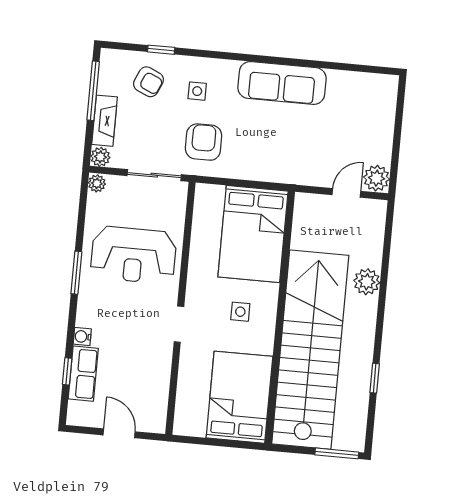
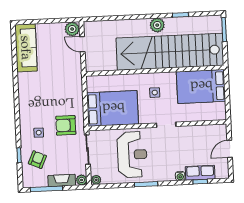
sofa: (282, 83) -> (26, 48), moved
bed: (253, 234) -> (113, 108), moved
plant: (367, 282) -> (157, 25), moved

